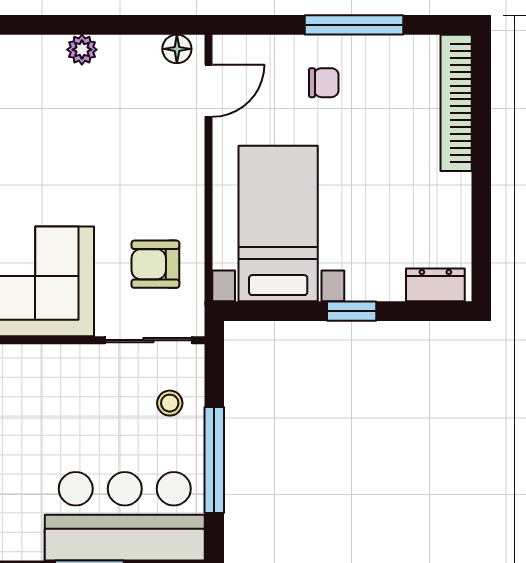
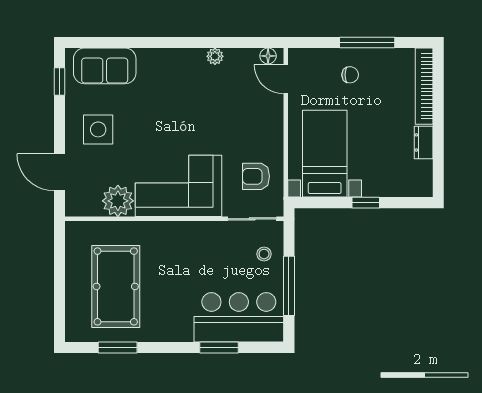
door: (209, 91) -> (286, 79), swing flipped
dresser: (435, 285) -> (424, 142), moved, turned -90

